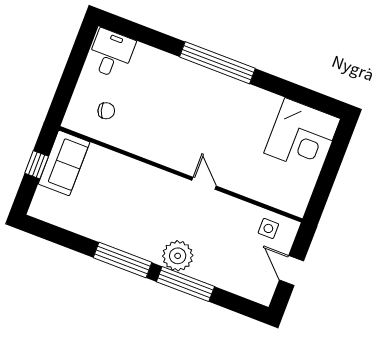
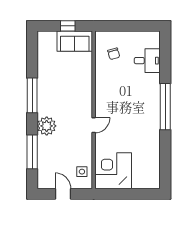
desk: (111, 54) -> (147, 61), moved
corner desk: (302, 136) -> (113, 171), moved, turned 90
door: (291, 271) -> (63, 194), hinge flipped
window: (185, 284) -> (32, 152), moved

